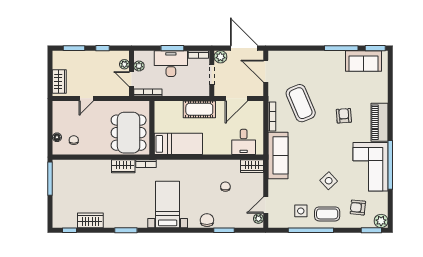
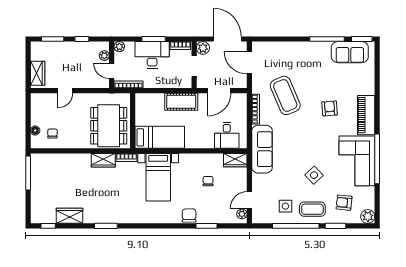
plant: (139, 66) -> (119, 47), moved
bed with nightstands: (168, 204) -> (158, 177), moved, turned 180
window: (371, 230) -> (336, 226), moved

